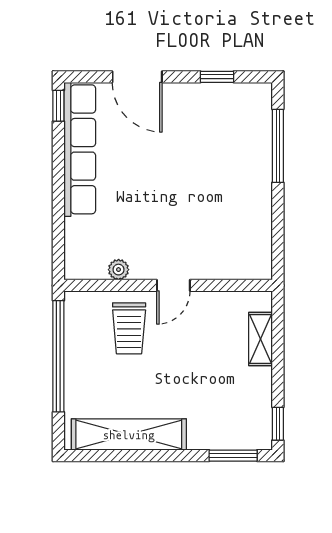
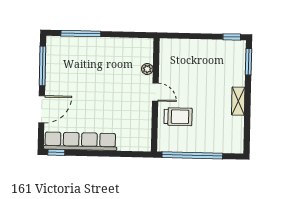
window: (217, 77) -> (43, 66), width x2.17
plant: (119, 270) -> (147, 69), moved
shelving: (261, 339) -> (185, 45), removed
shelving: (129, 435) -> (238, 101), width x0.45, depth x0.75

